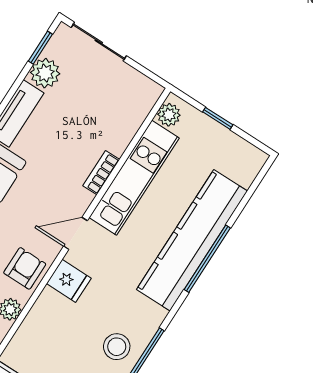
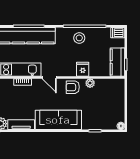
fridge: (69, 281) -> (83, 69), moved

